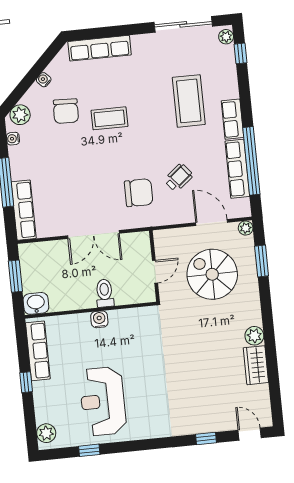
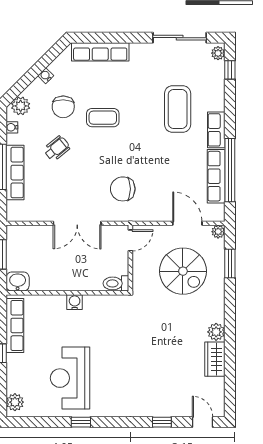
wheelchair: (179, 178) -> (57, 148), moved
chair: (139, 193) -> (123, 189), turned 180
row of seats: (24, 210) -> (15, 173), moved
door: (155, 272) -> (130, 240), moved
spiral stairs: (212, 274) -> (183, 271), turned 180
toilet: (105, 293) -> (116, 283), moved, turned -90
window: (89, 450) -> (81, 422), moved

